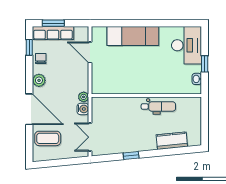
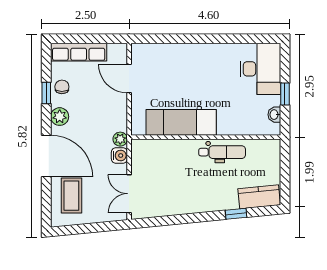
window: (53, 23) -> (79, 39), removed
exam couch: (133, 36) -> (181, 122), moved, turned 180
window: (29, 47) -> (46, 93), moved
coffee table: (48, 138) -> (71, 196), turned 90
kitchen counter: (172, 141) -> (259, 197), moved
window: (131, 155) -> (236, 214), moved

